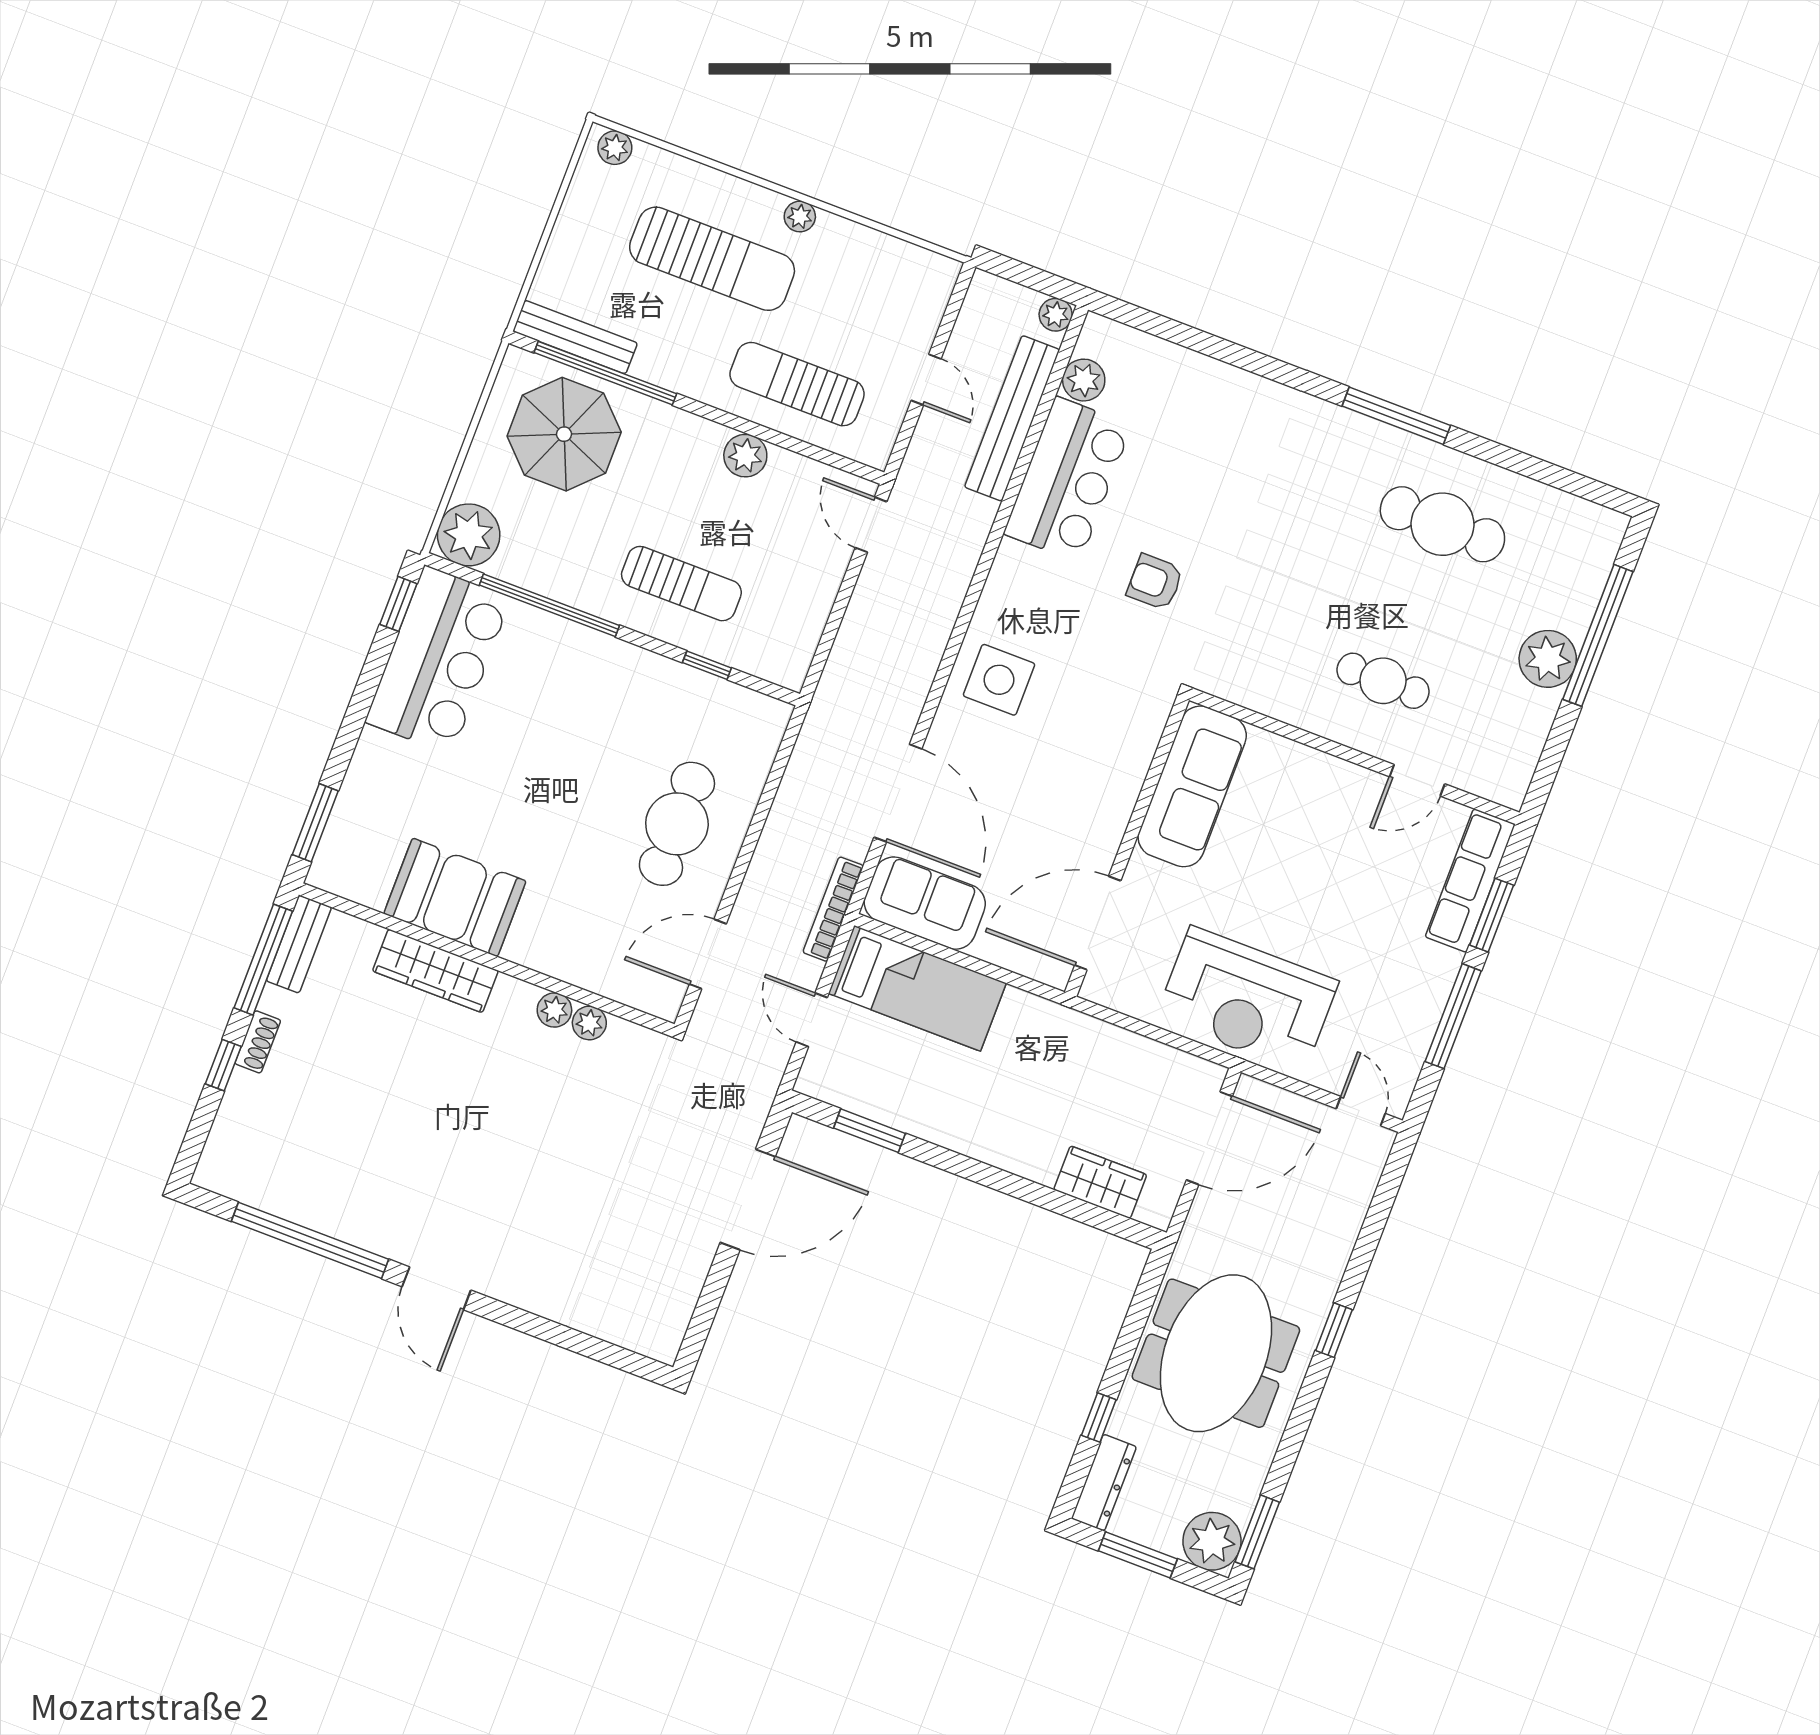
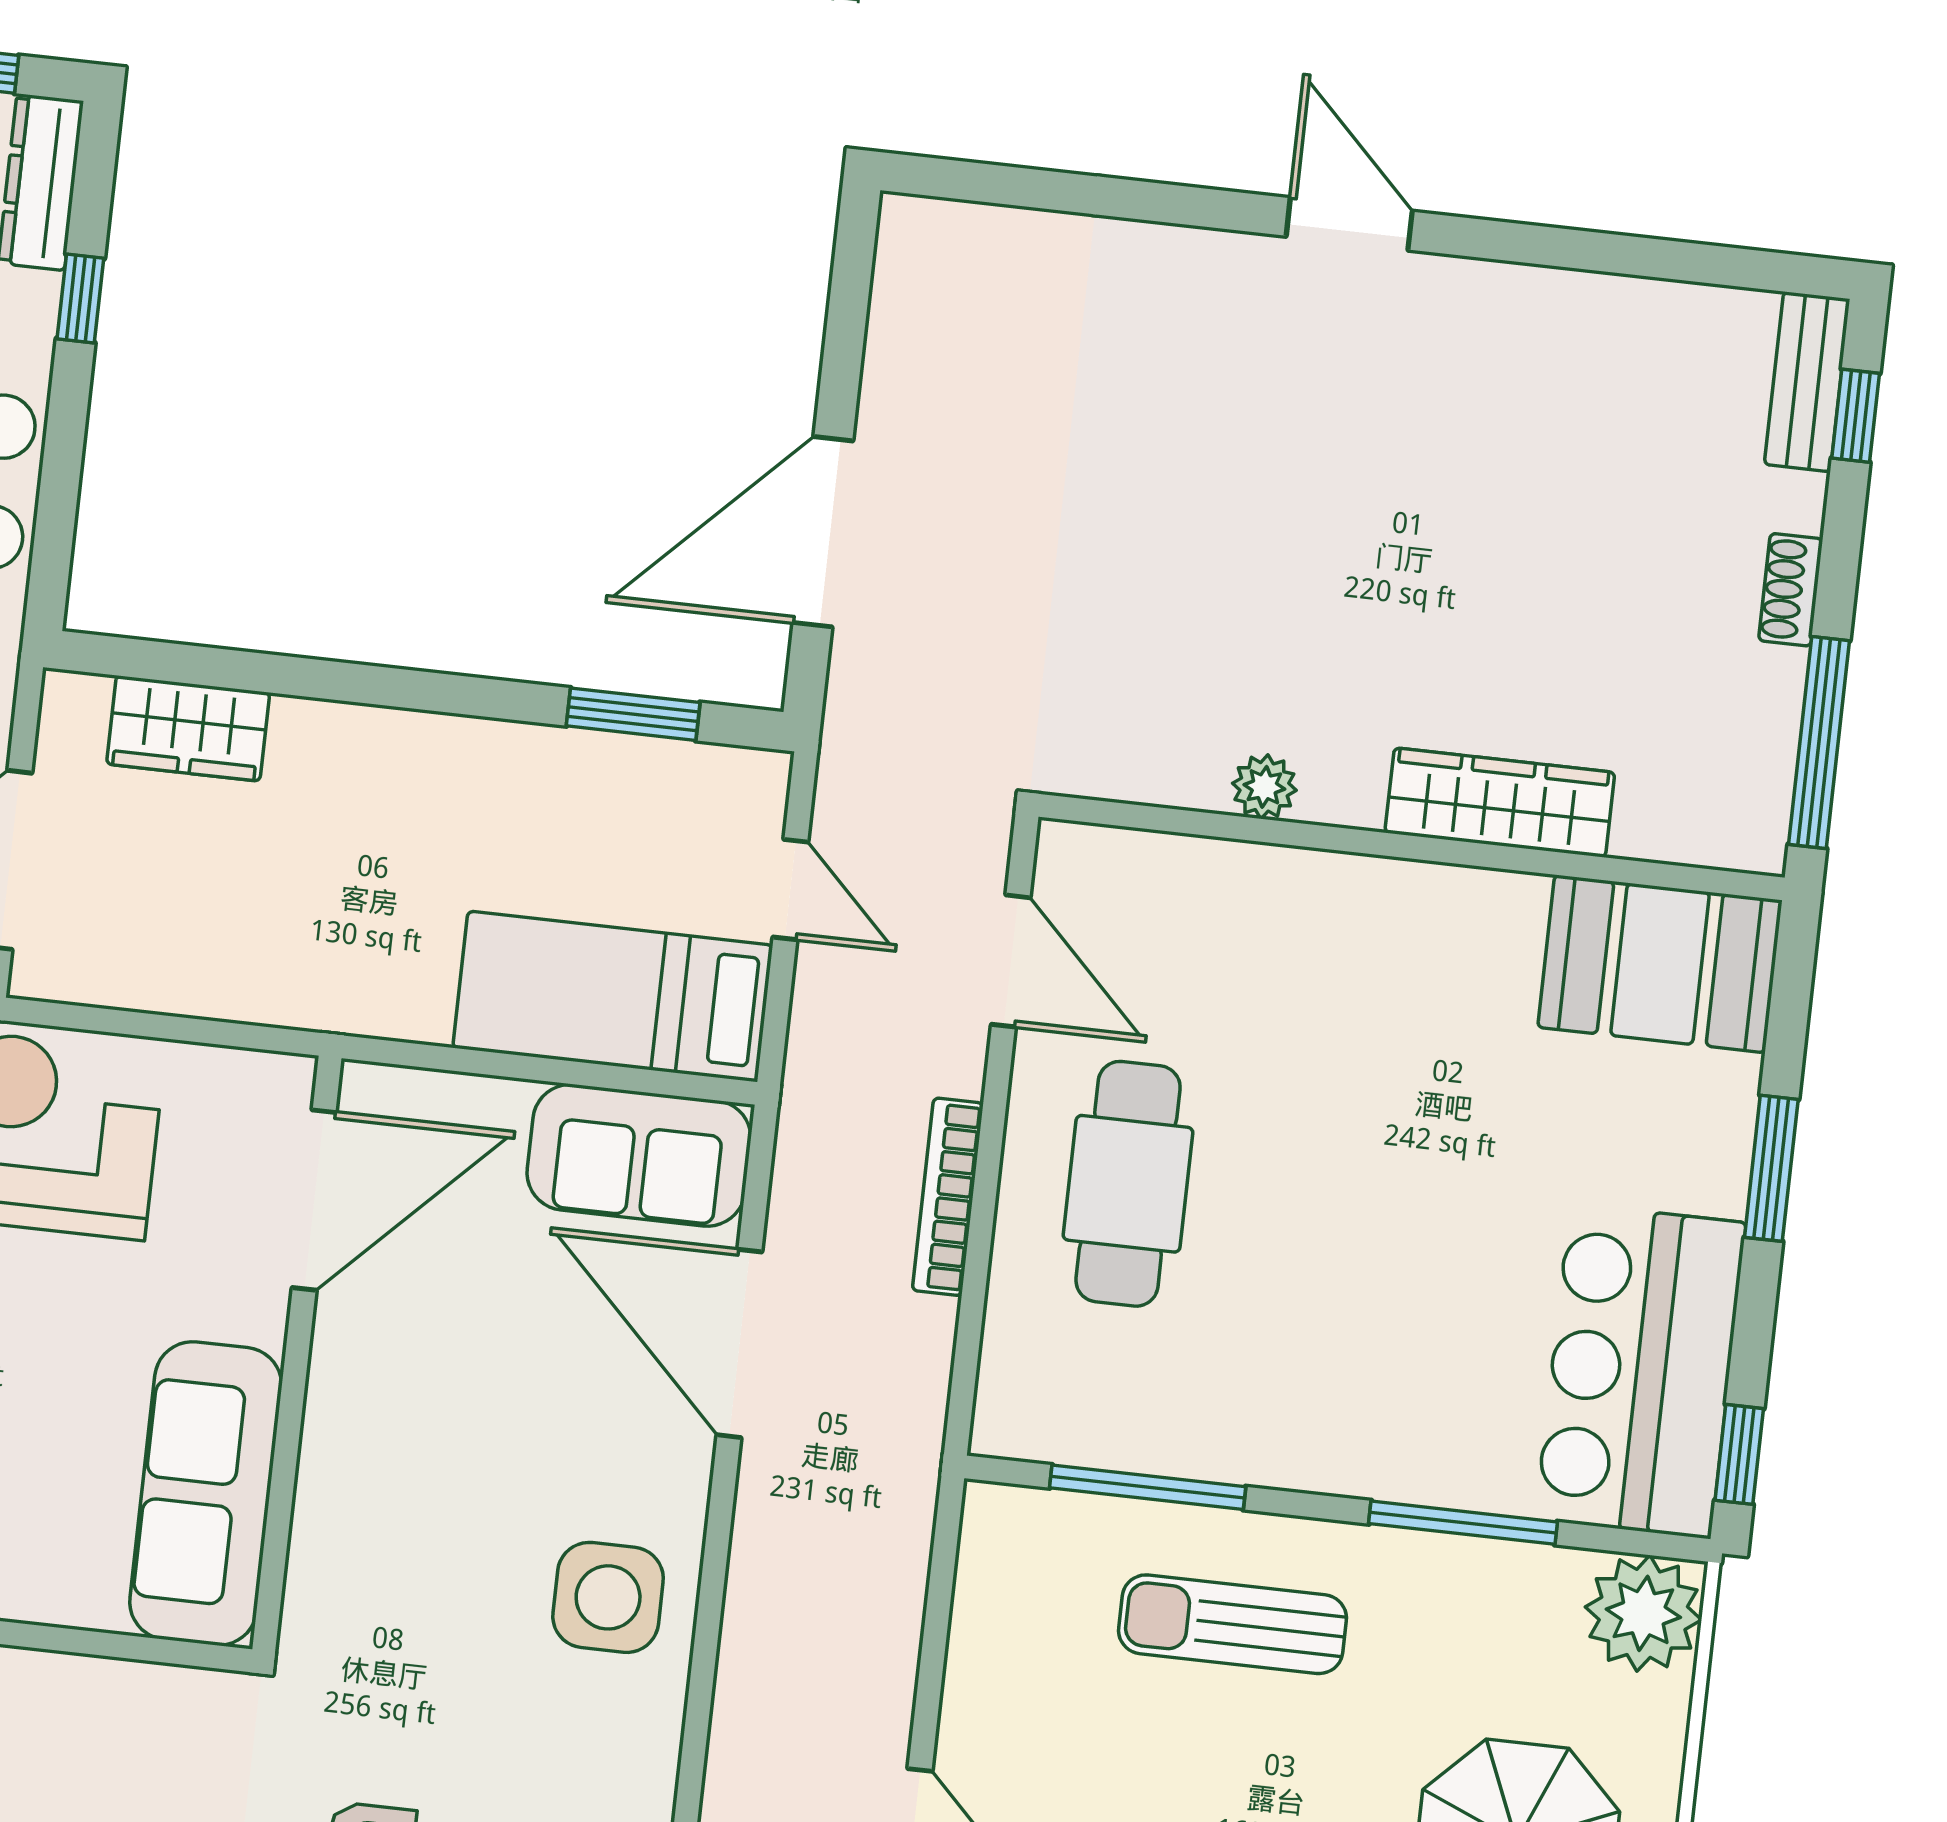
window: (549, 605) -> (1463, 1523), width x0.68
window: (707, 665) -> (1148, 1487), width x2.17
window: (315, 823) -> (1771, 1168), moved
booth: (455, 897) -> (1660, 964), moved
bookcase: (833, 909) -> (948, 1197), moved, turned 180
bench: (299, 944) -> (1807, 382), moved
door: (708, 954) -> (1011, 961), hinge flipped
plant: (589, 1023) -> (1195, 779), removed
window: (223, 1065) -> (1856, 416), moved
window: (310, 1240) -> (1602, 252), removed

